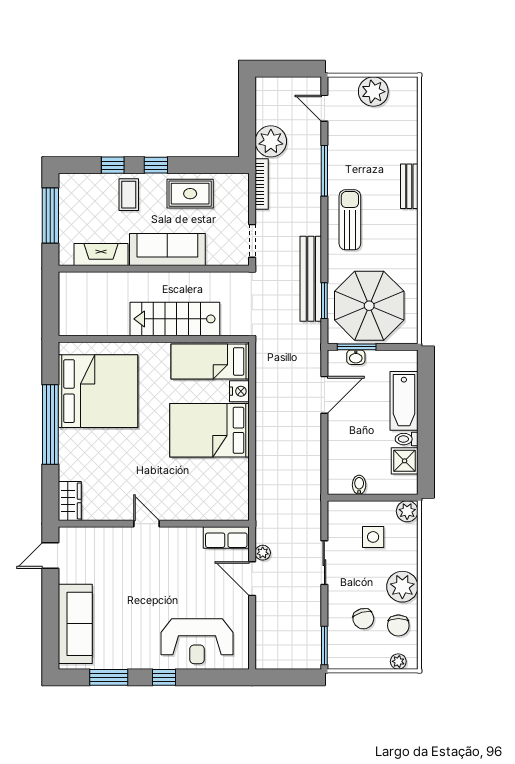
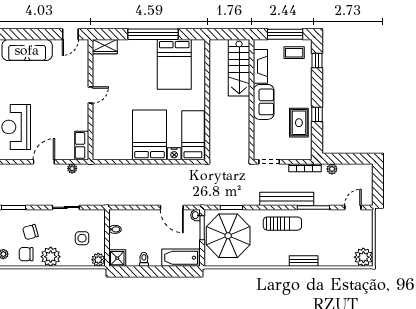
plant: (373, 92) -> (363, 257), moved
plant: (271, 141) -> (332, 169), width x0.53, depth x0.53
window: (113, 165) -> (317, 60), moved
window: (156, 165) -> (317, 114), moved
coffee table: (129, 195) -> (294, 53), moved
sofa: (167, 249) -> (264, 102), width x0.73
bench: (311, 279) -> (287, 199), moved
stairs: (175, 319) -> (239, 68), moved, turned 180
washbasin: (356, 357) -> (196, 215), moved
bed: (98, 391) -> (174, 64), width x0.73
bathtub: (404, 401) -> (181, 258), moved
shower: (405, 461) -> (117, 258), moved
door: (50, 555) -> (70, 34), swing flipped
door: (252, 579) -> (44, 162), moved

